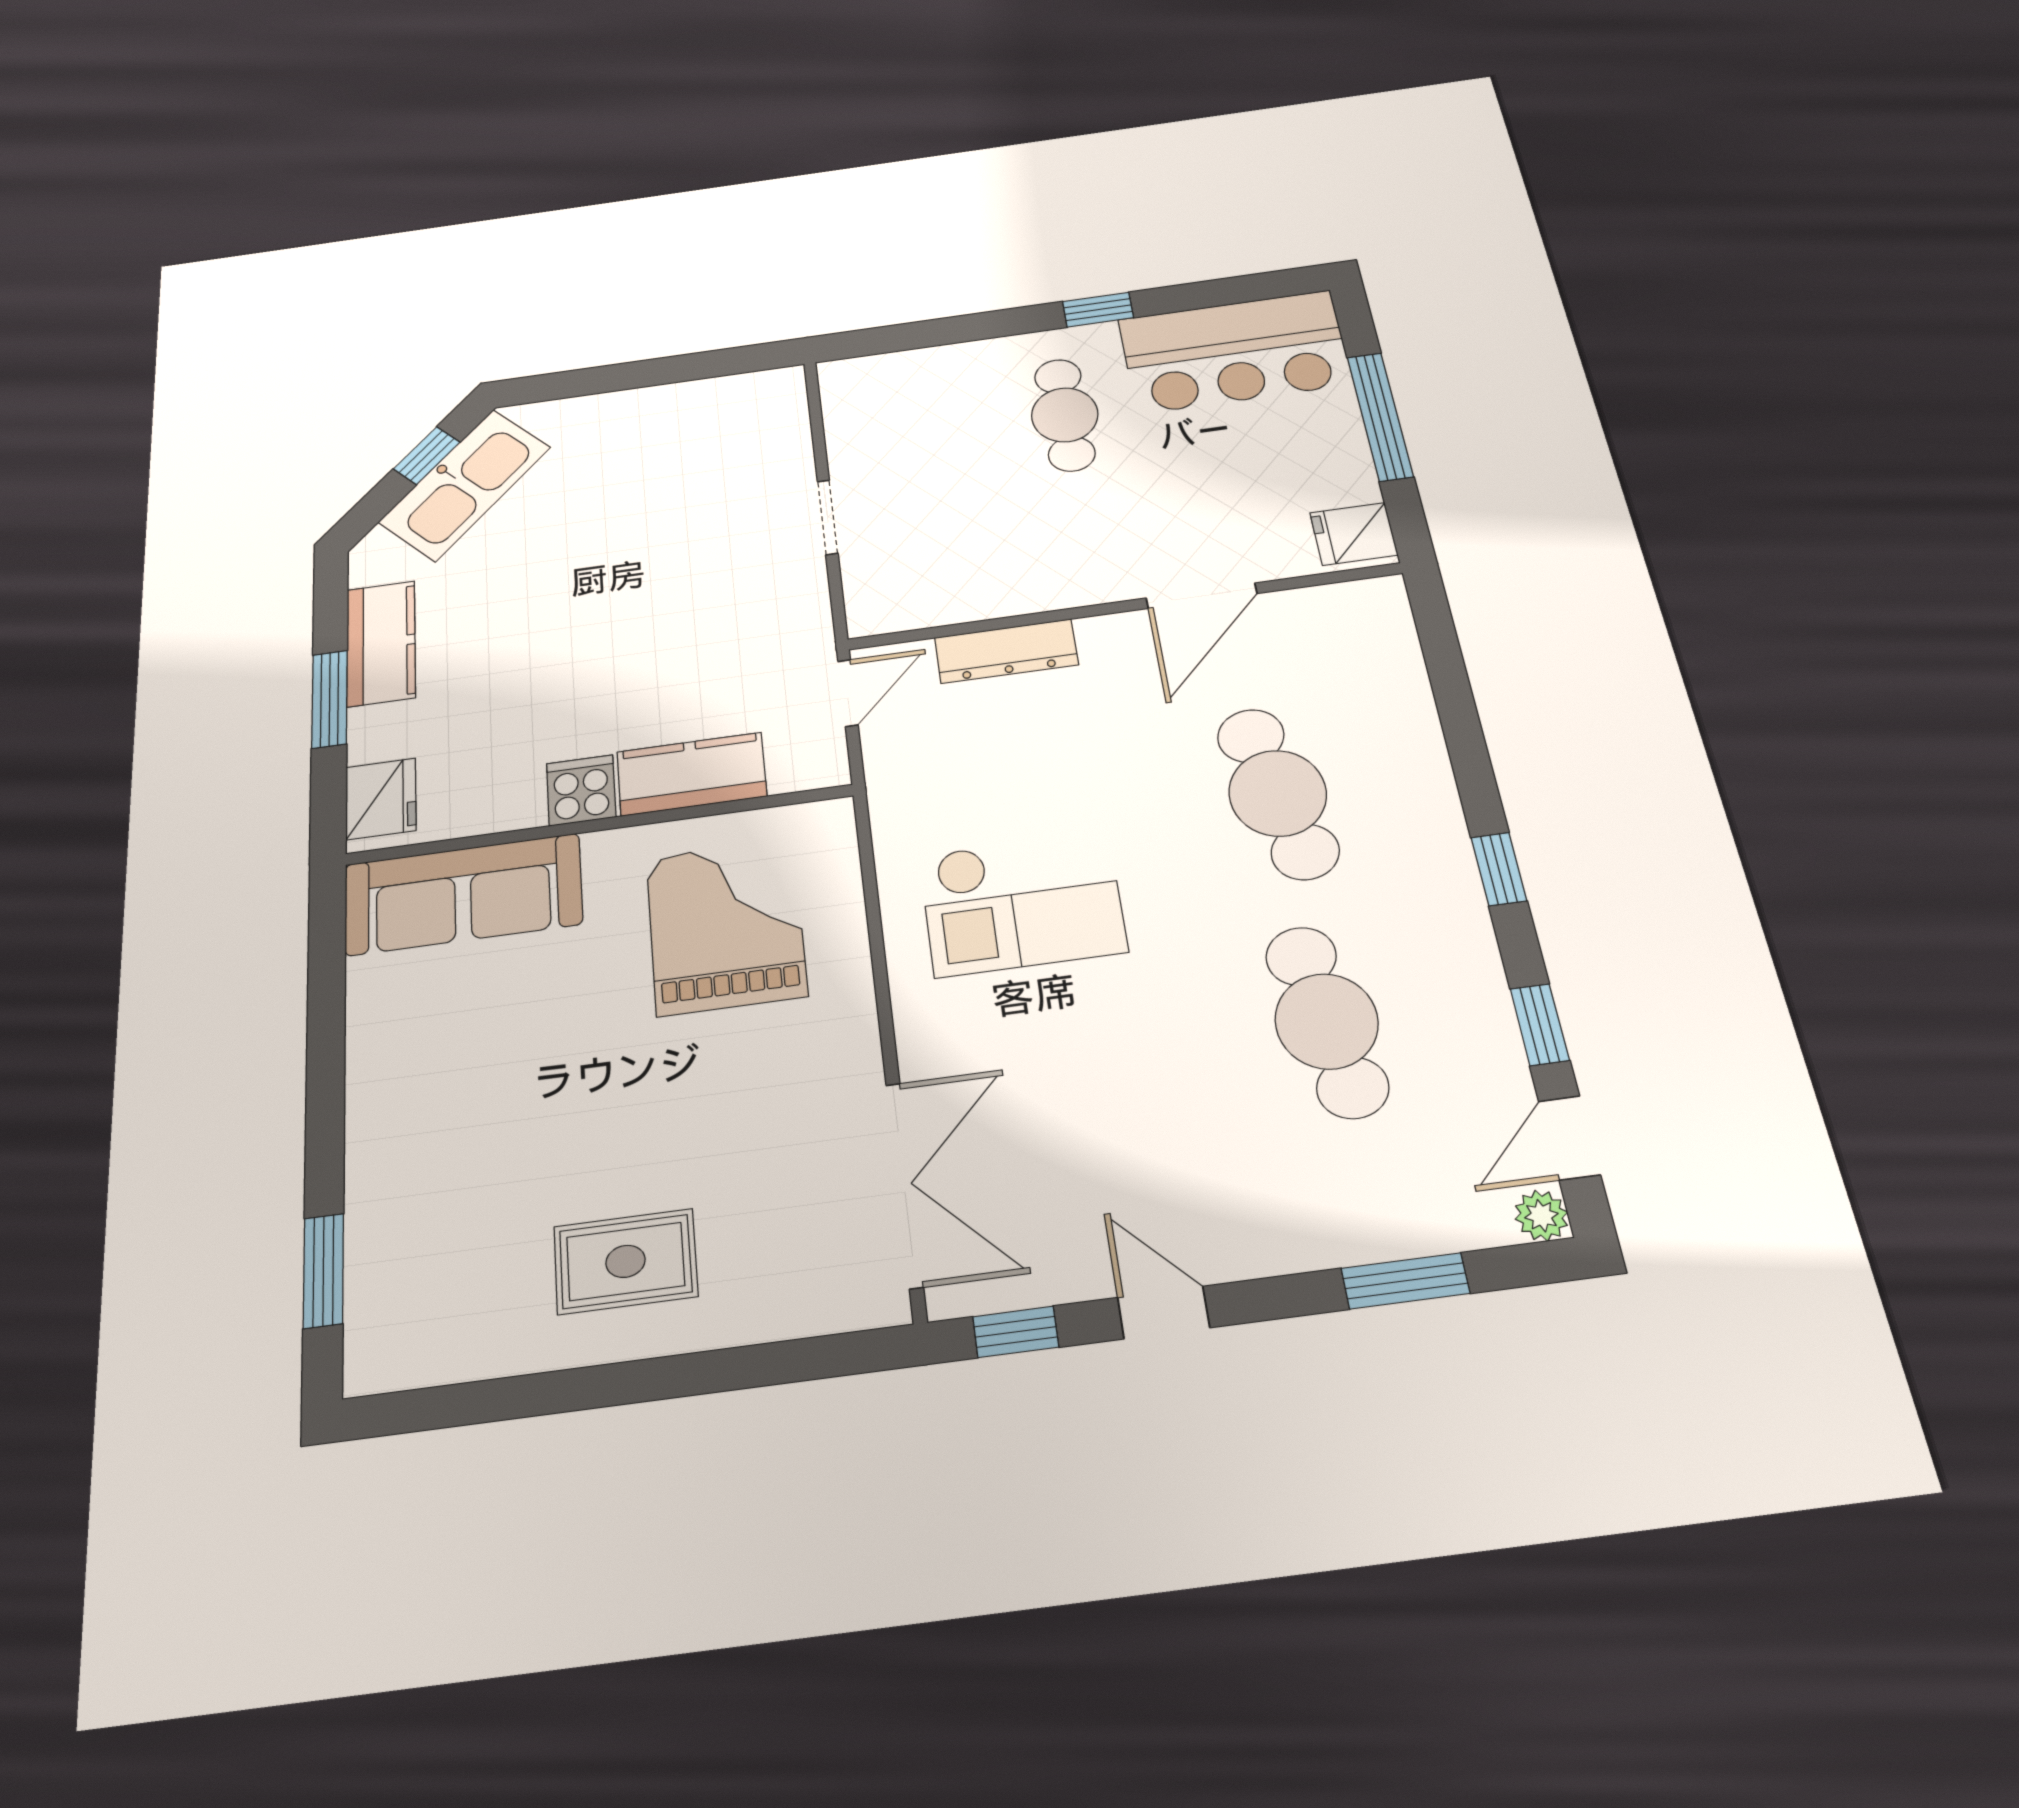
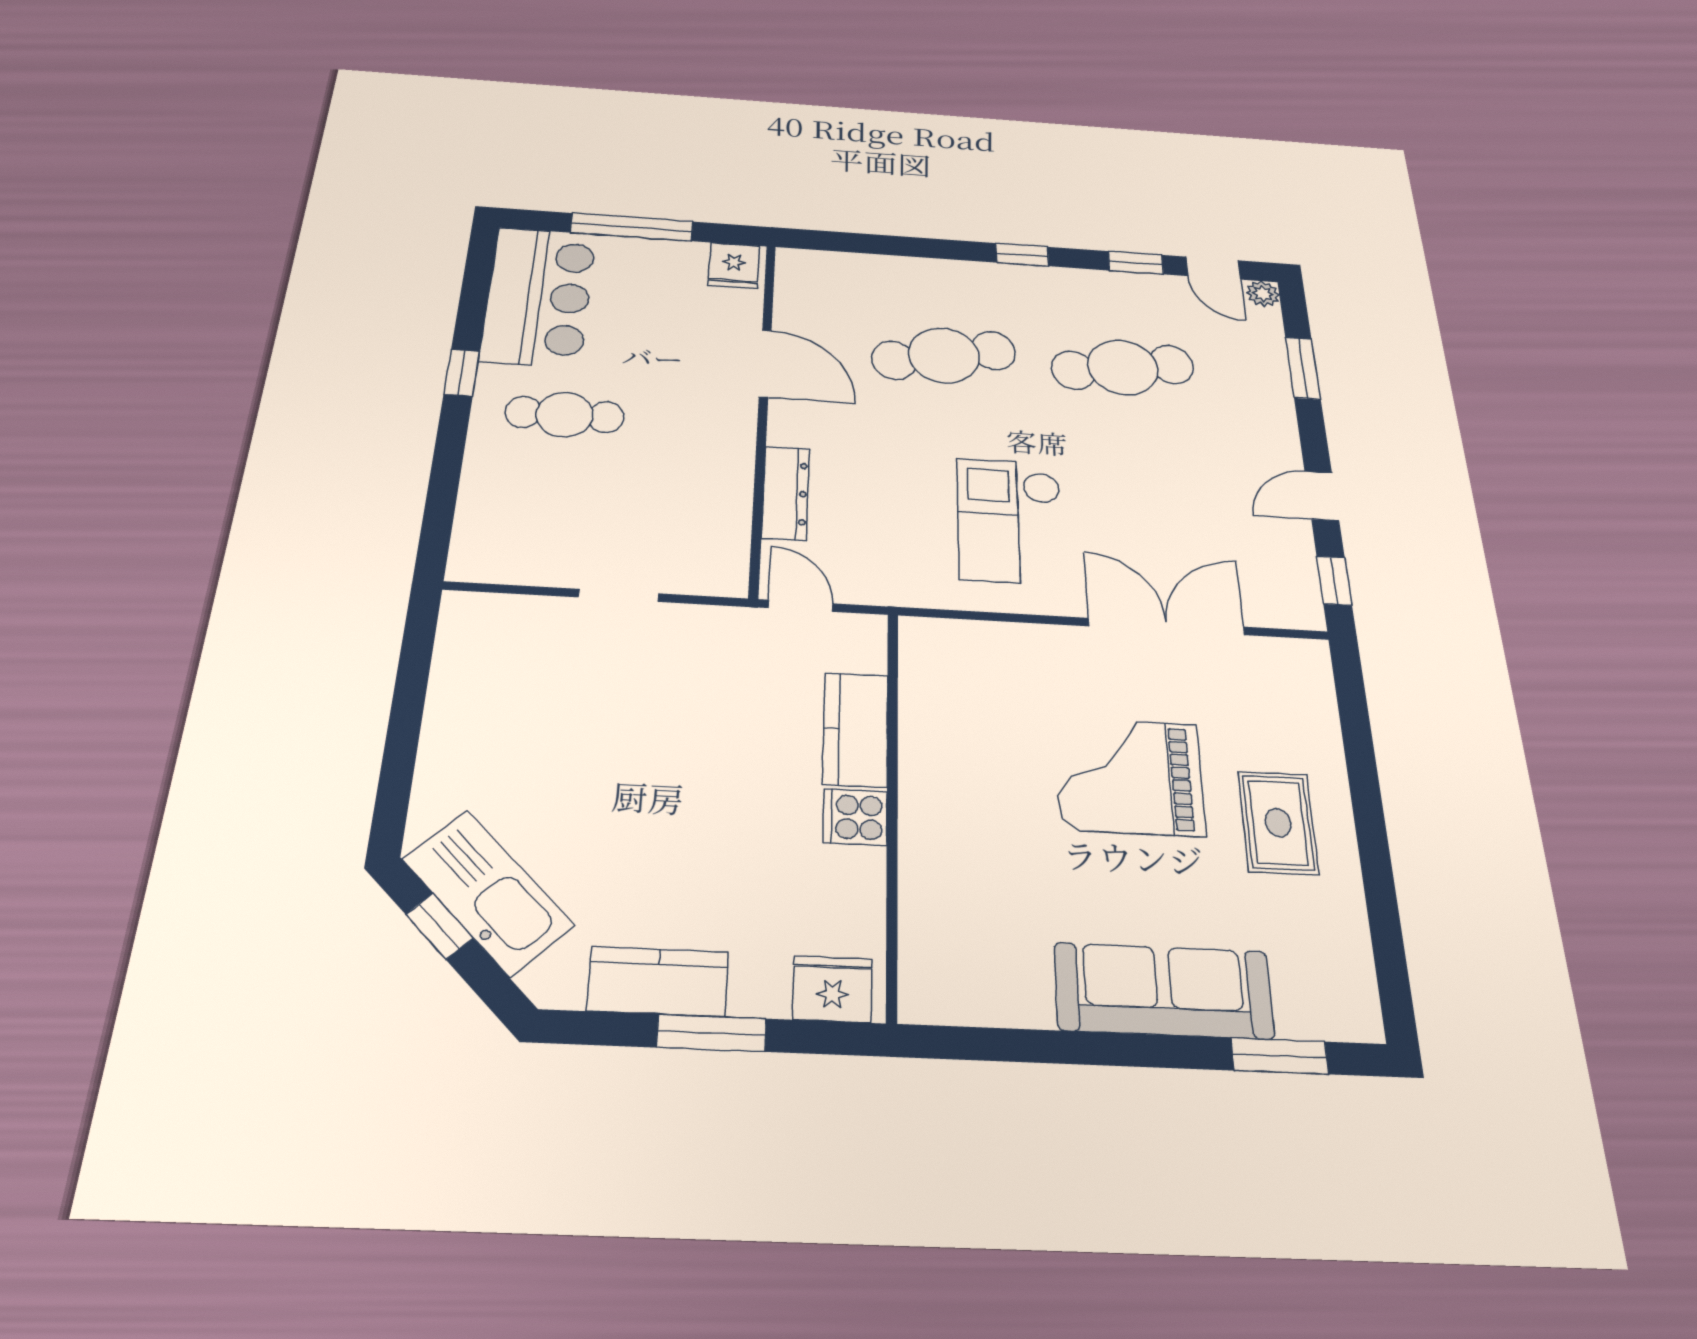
sofa: (463, 894) -> (1164, 991), moved, turned -90
checkout: (1022, 903) -> (1010, 521), turned 180
grand piano: (726, 926) -> (1129, 777), moved
double door: (904, 1184) -> (1167, 626), moved

